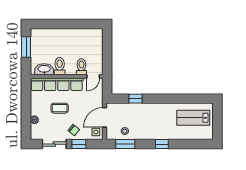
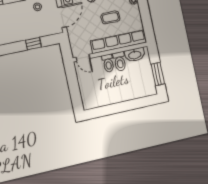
toilet: (81, 67) -> (108, 63), moved
door: (93, 76) -> (83, 58), swing flipped

